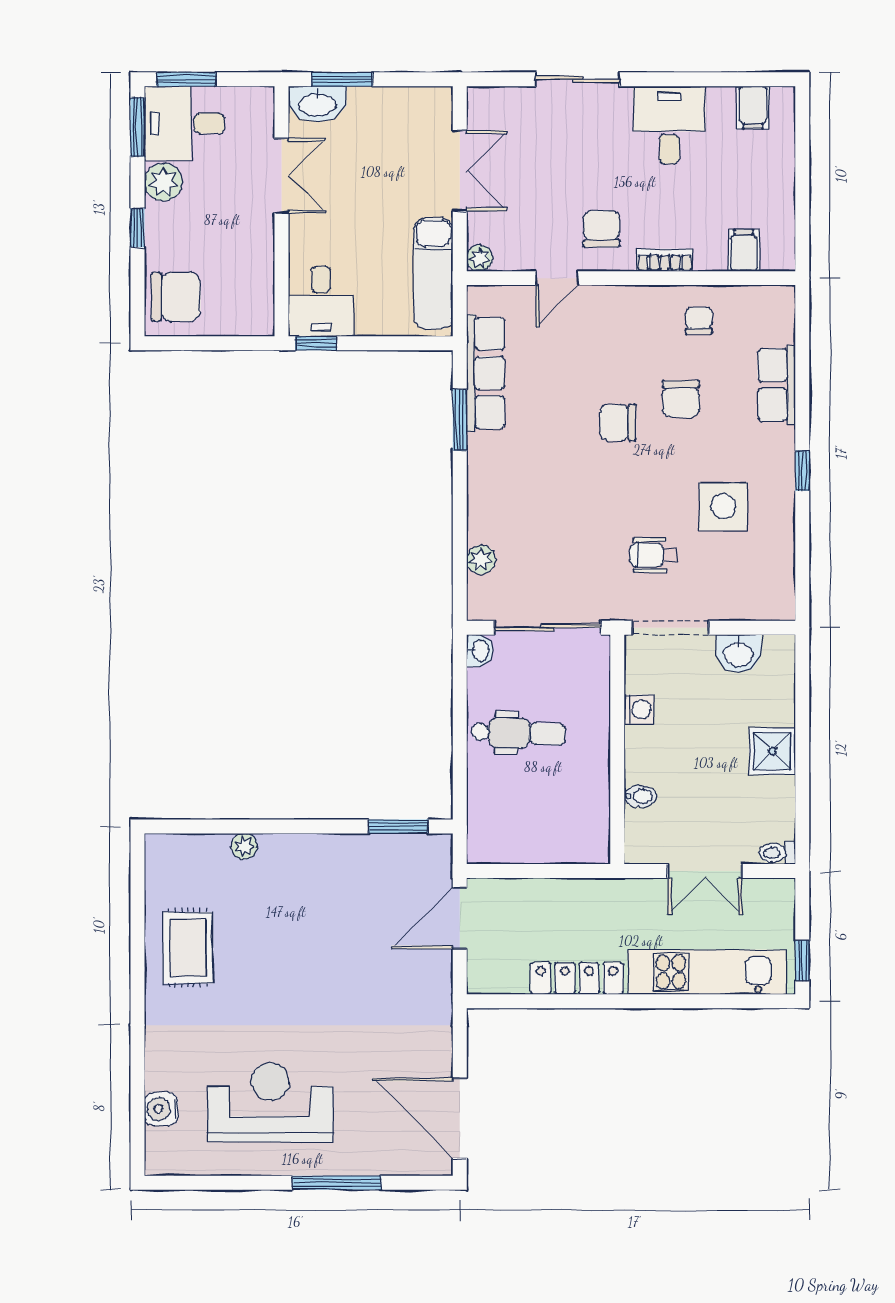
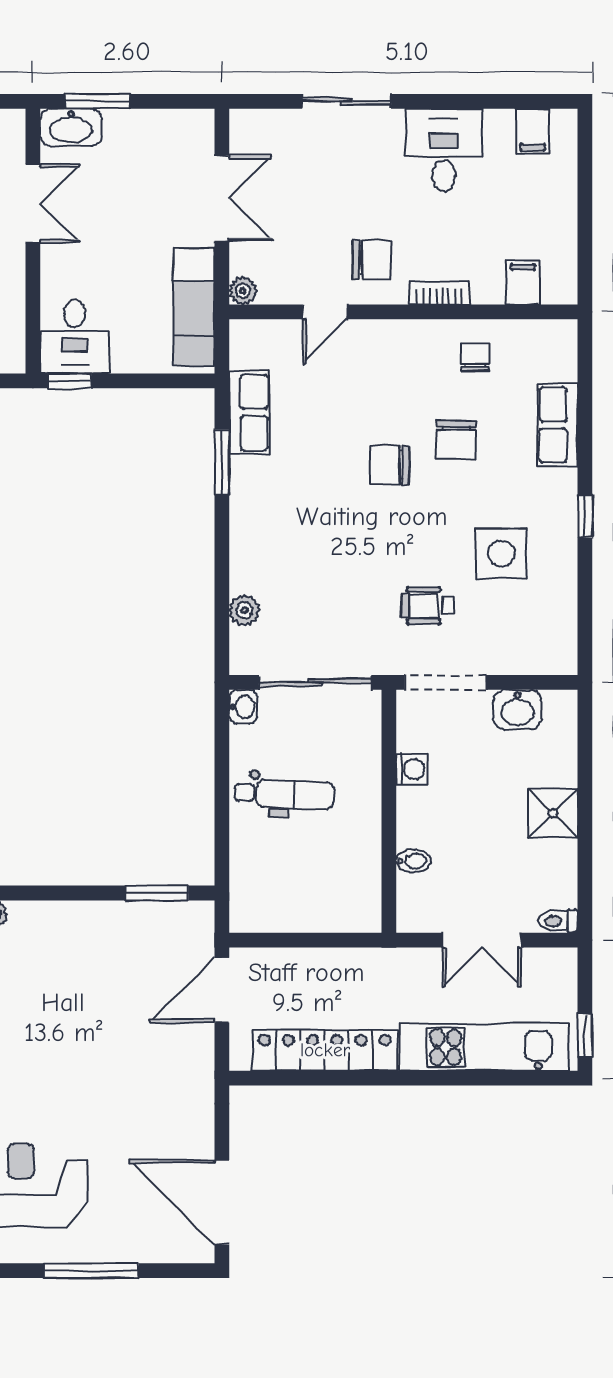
chair: (601, 229) -> (372, 260), turned 90
row of seats: (486, 373) -> (249, 412), width x0.68
locker: (577, 978) -> (325, 1050), width x1.41, depth x1.21

